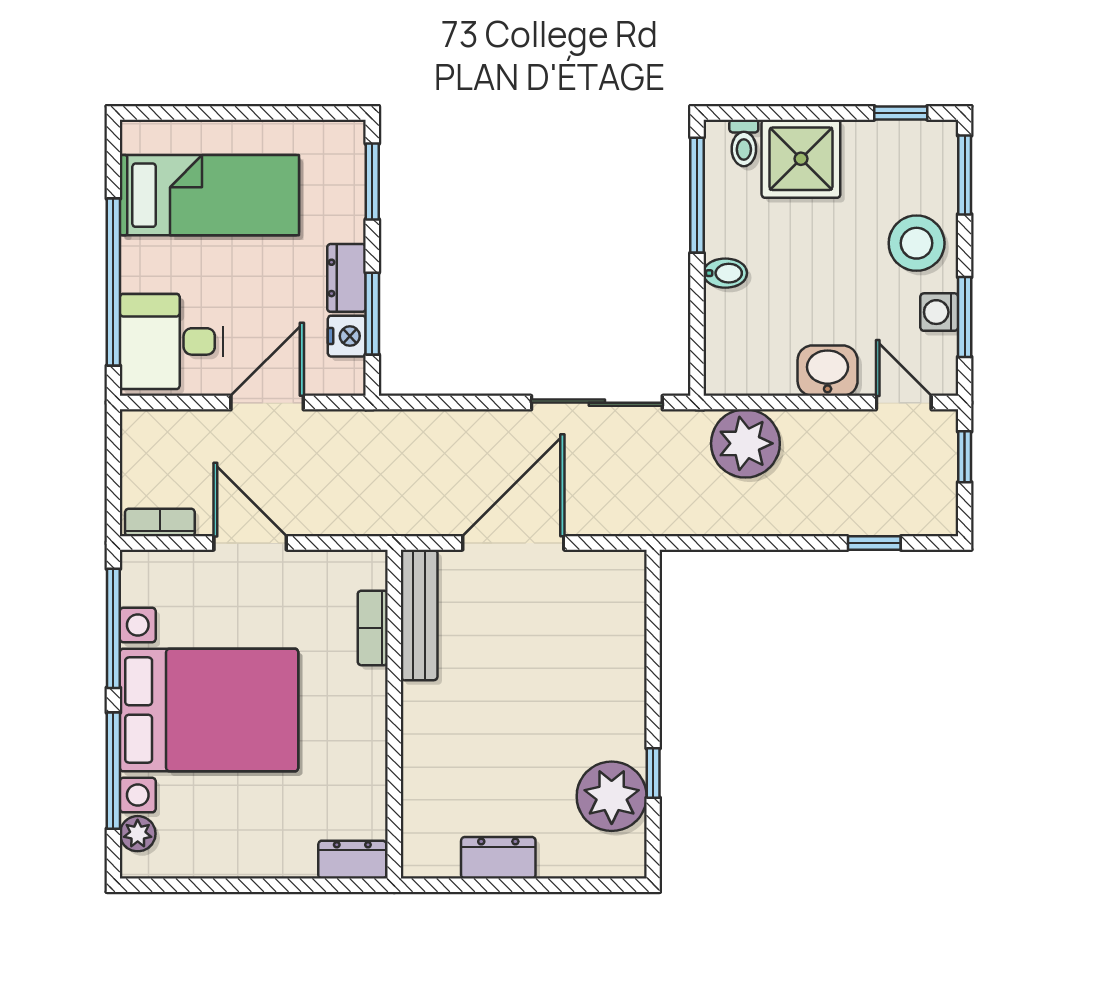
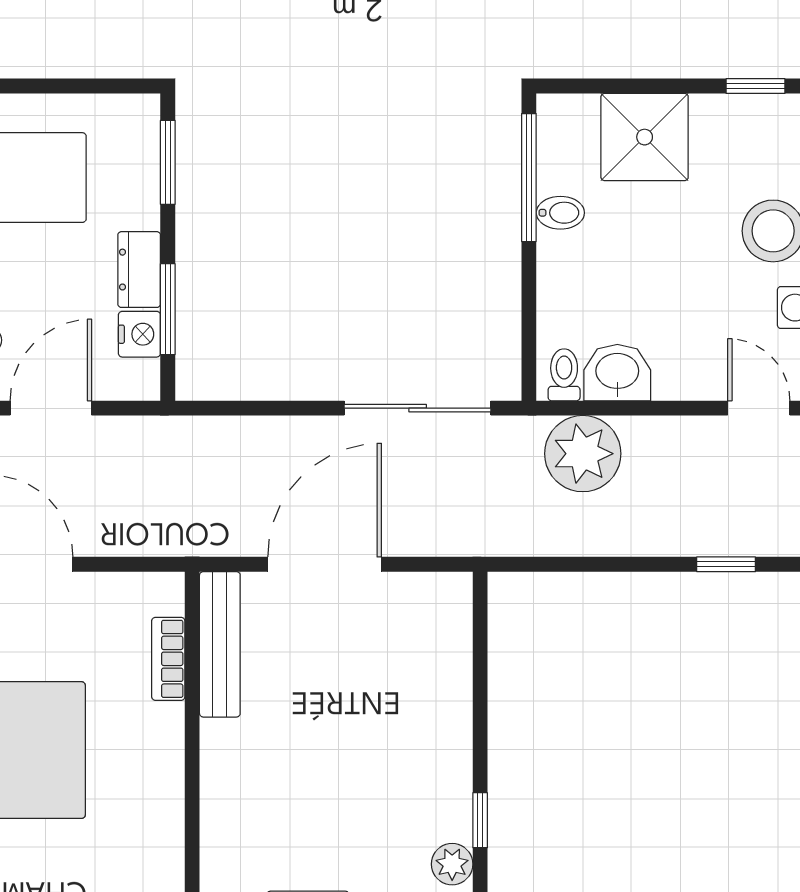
toilet: (744, 143) -> (564, 375), moved, turned 180
bidet: (725, 273) -> (560, 213), moved
washbasin: (828, 371) -> (617, 373), moved
plant: (612, 796) -> (452, 864), width x0.53, depth x0.53

